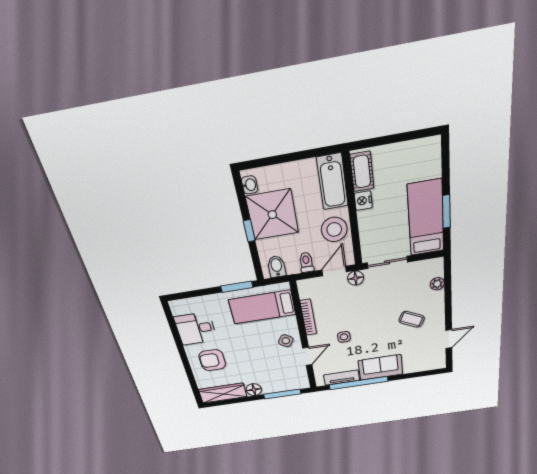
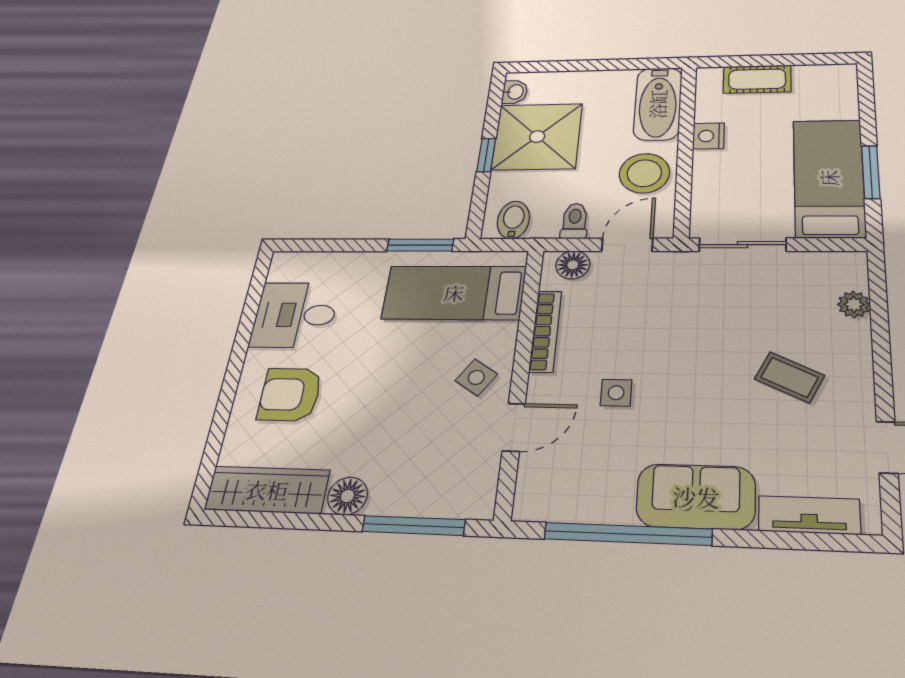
cot: (362, 172) -> (757, 79), moved, turned 90
floor lamp: (356, 278) -> (573, 265), moved
tv unit: (342, 378) -> (809, 515), moved

